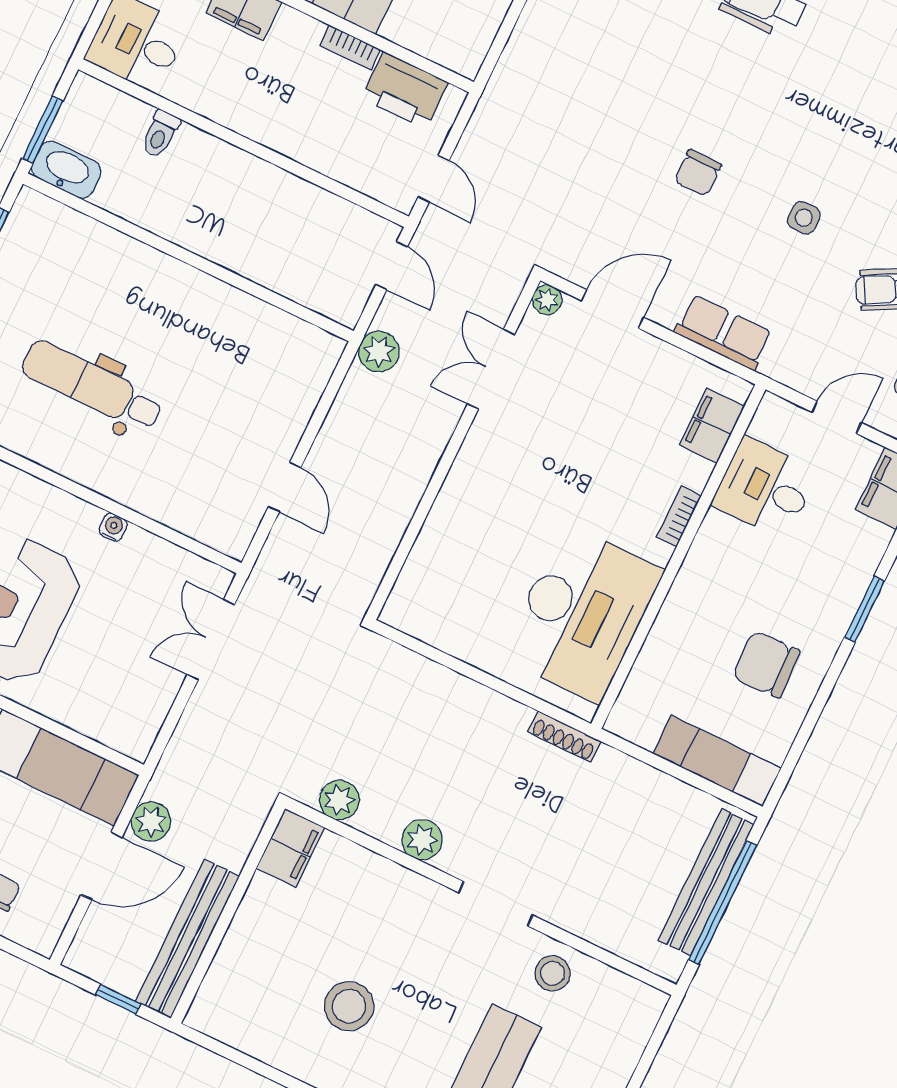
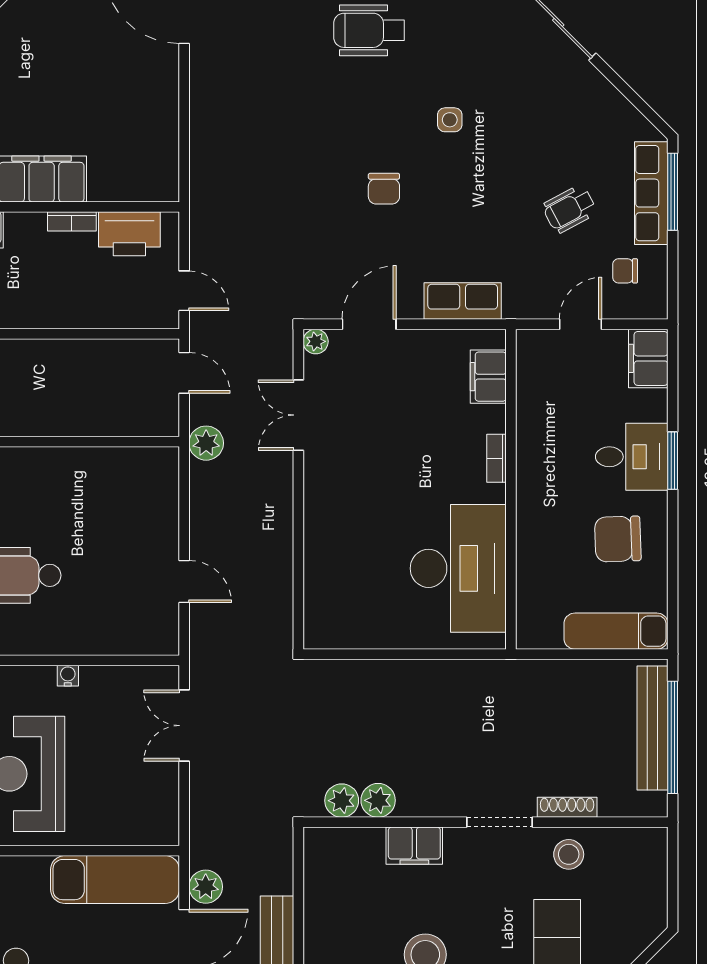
side table: (804, 218) -> (450, 120), moved
desk: (765, 488) -> (632, 457), moved, turned 180
shoe rack: (564, 737) -> (567, 807), moved, turned 180
plant: (422, 840) -> (378, 800), moved
filing cabinet: (290, 848) -> (414, 846), moved, turned 90

